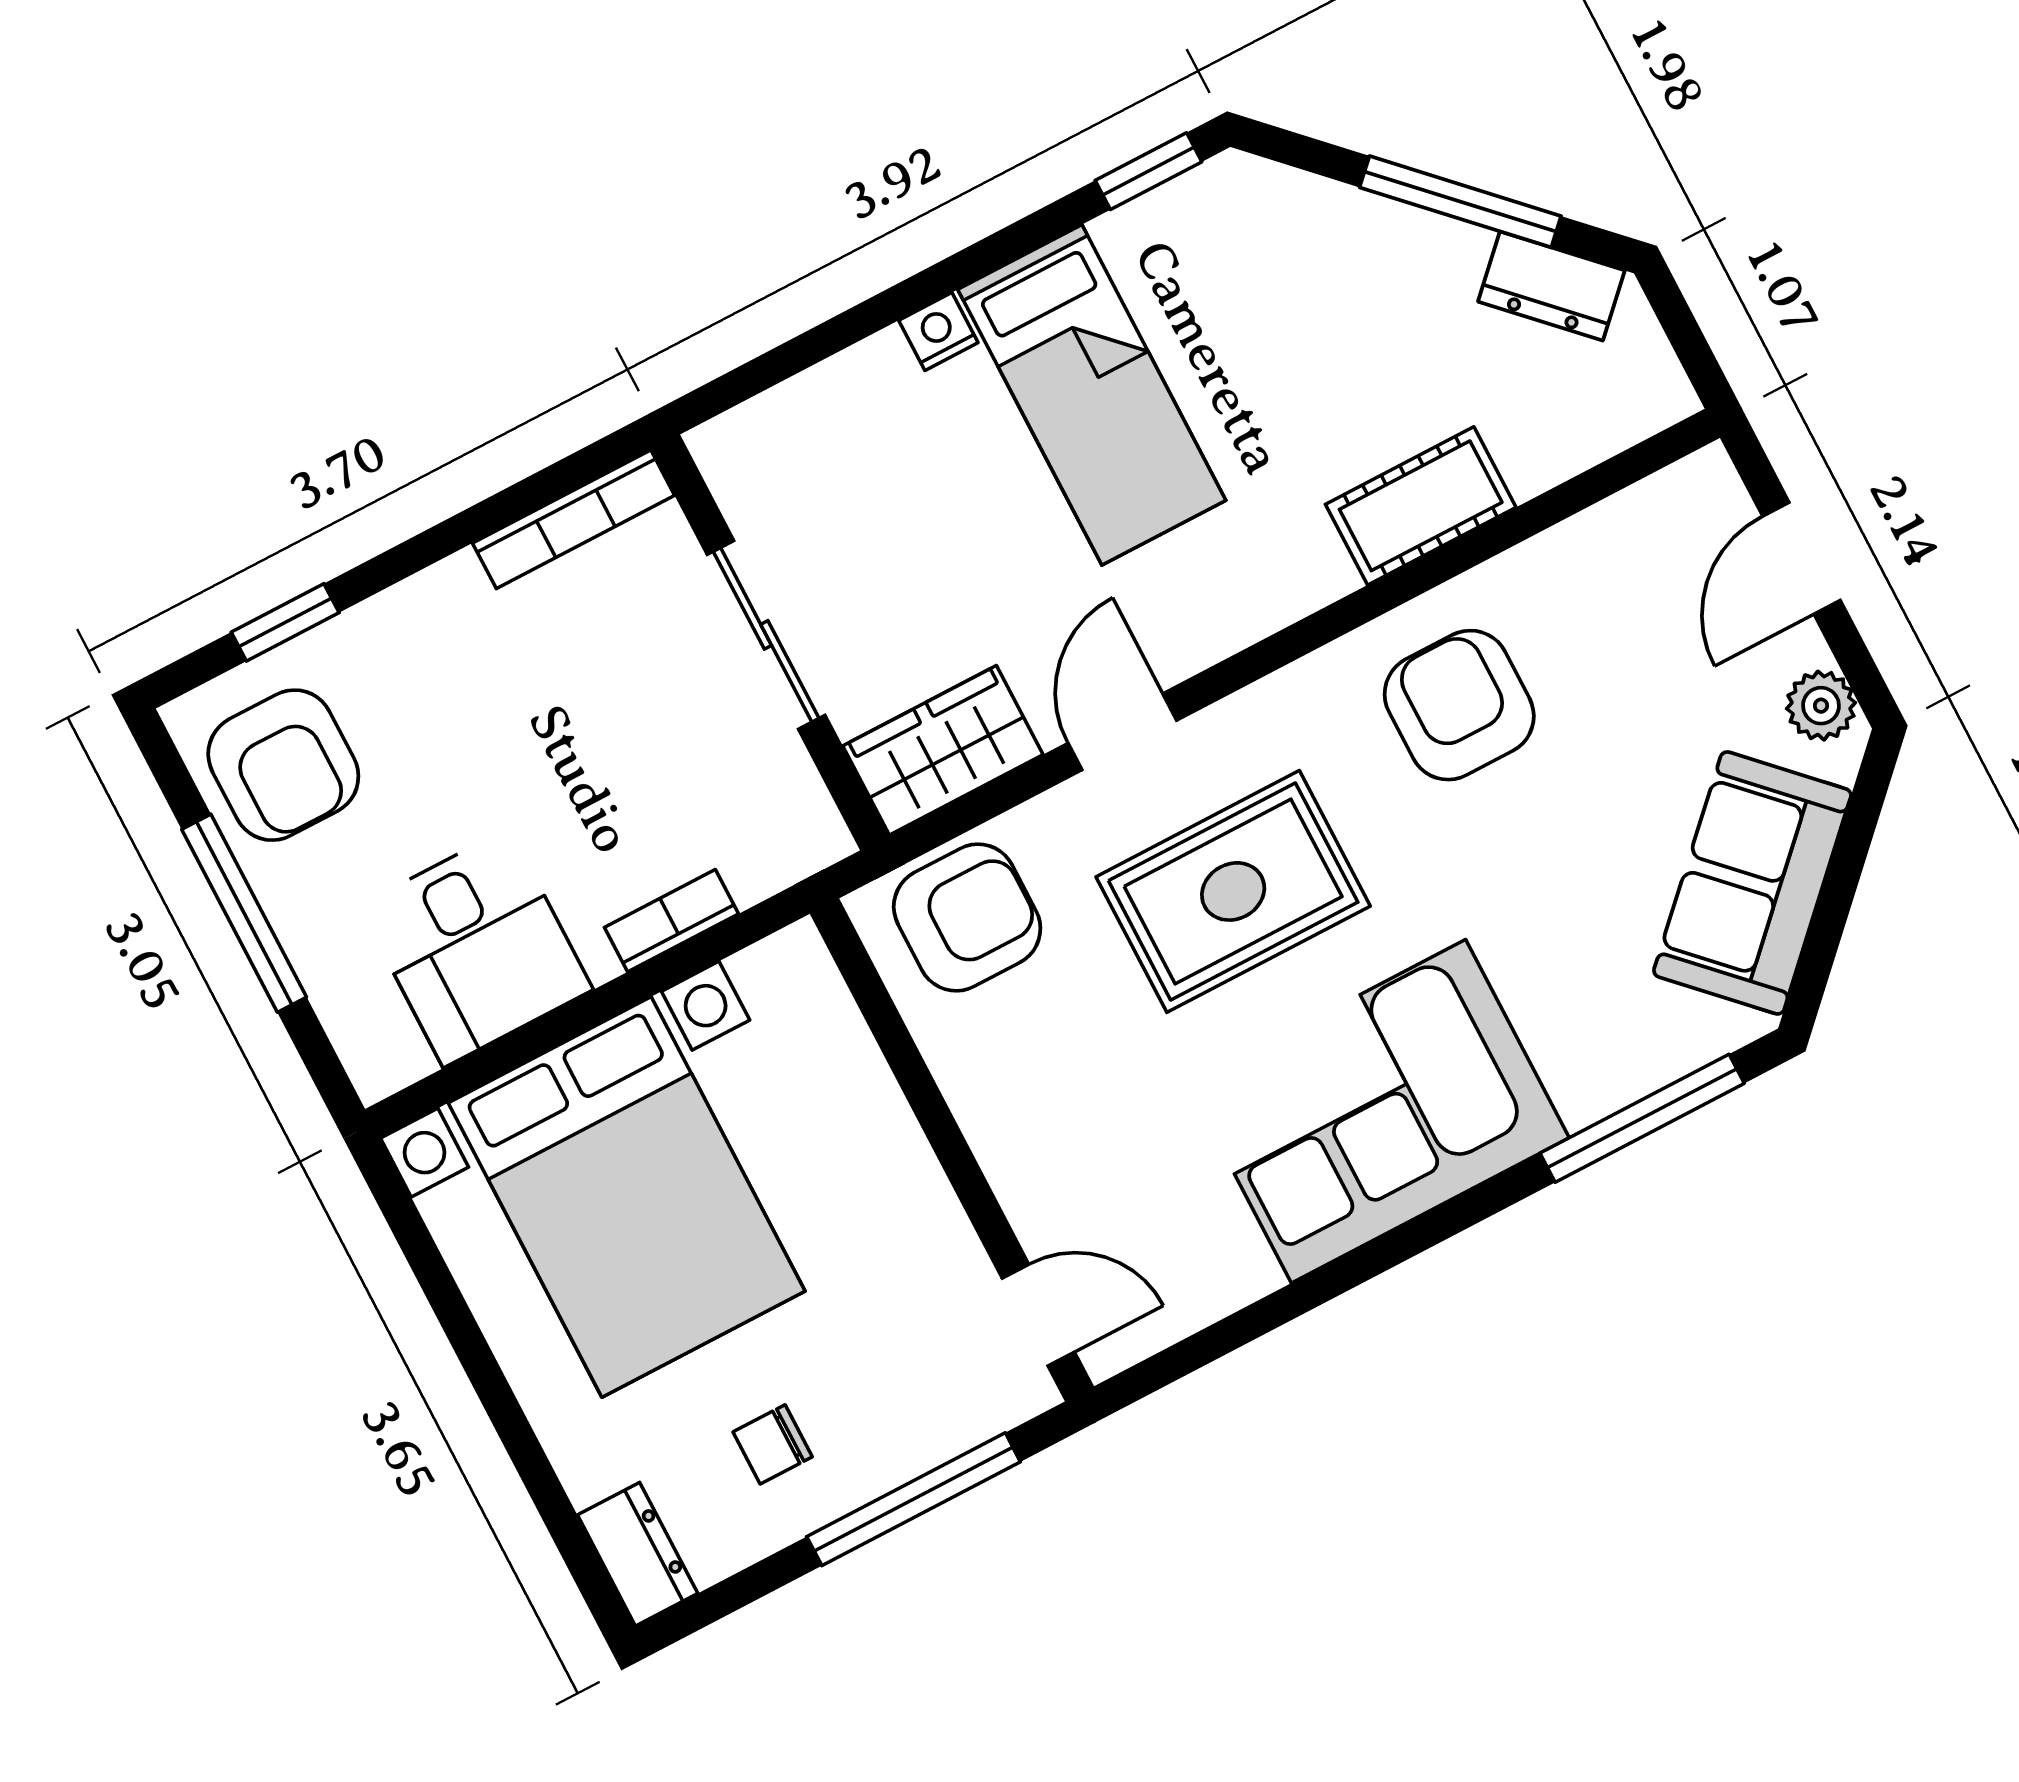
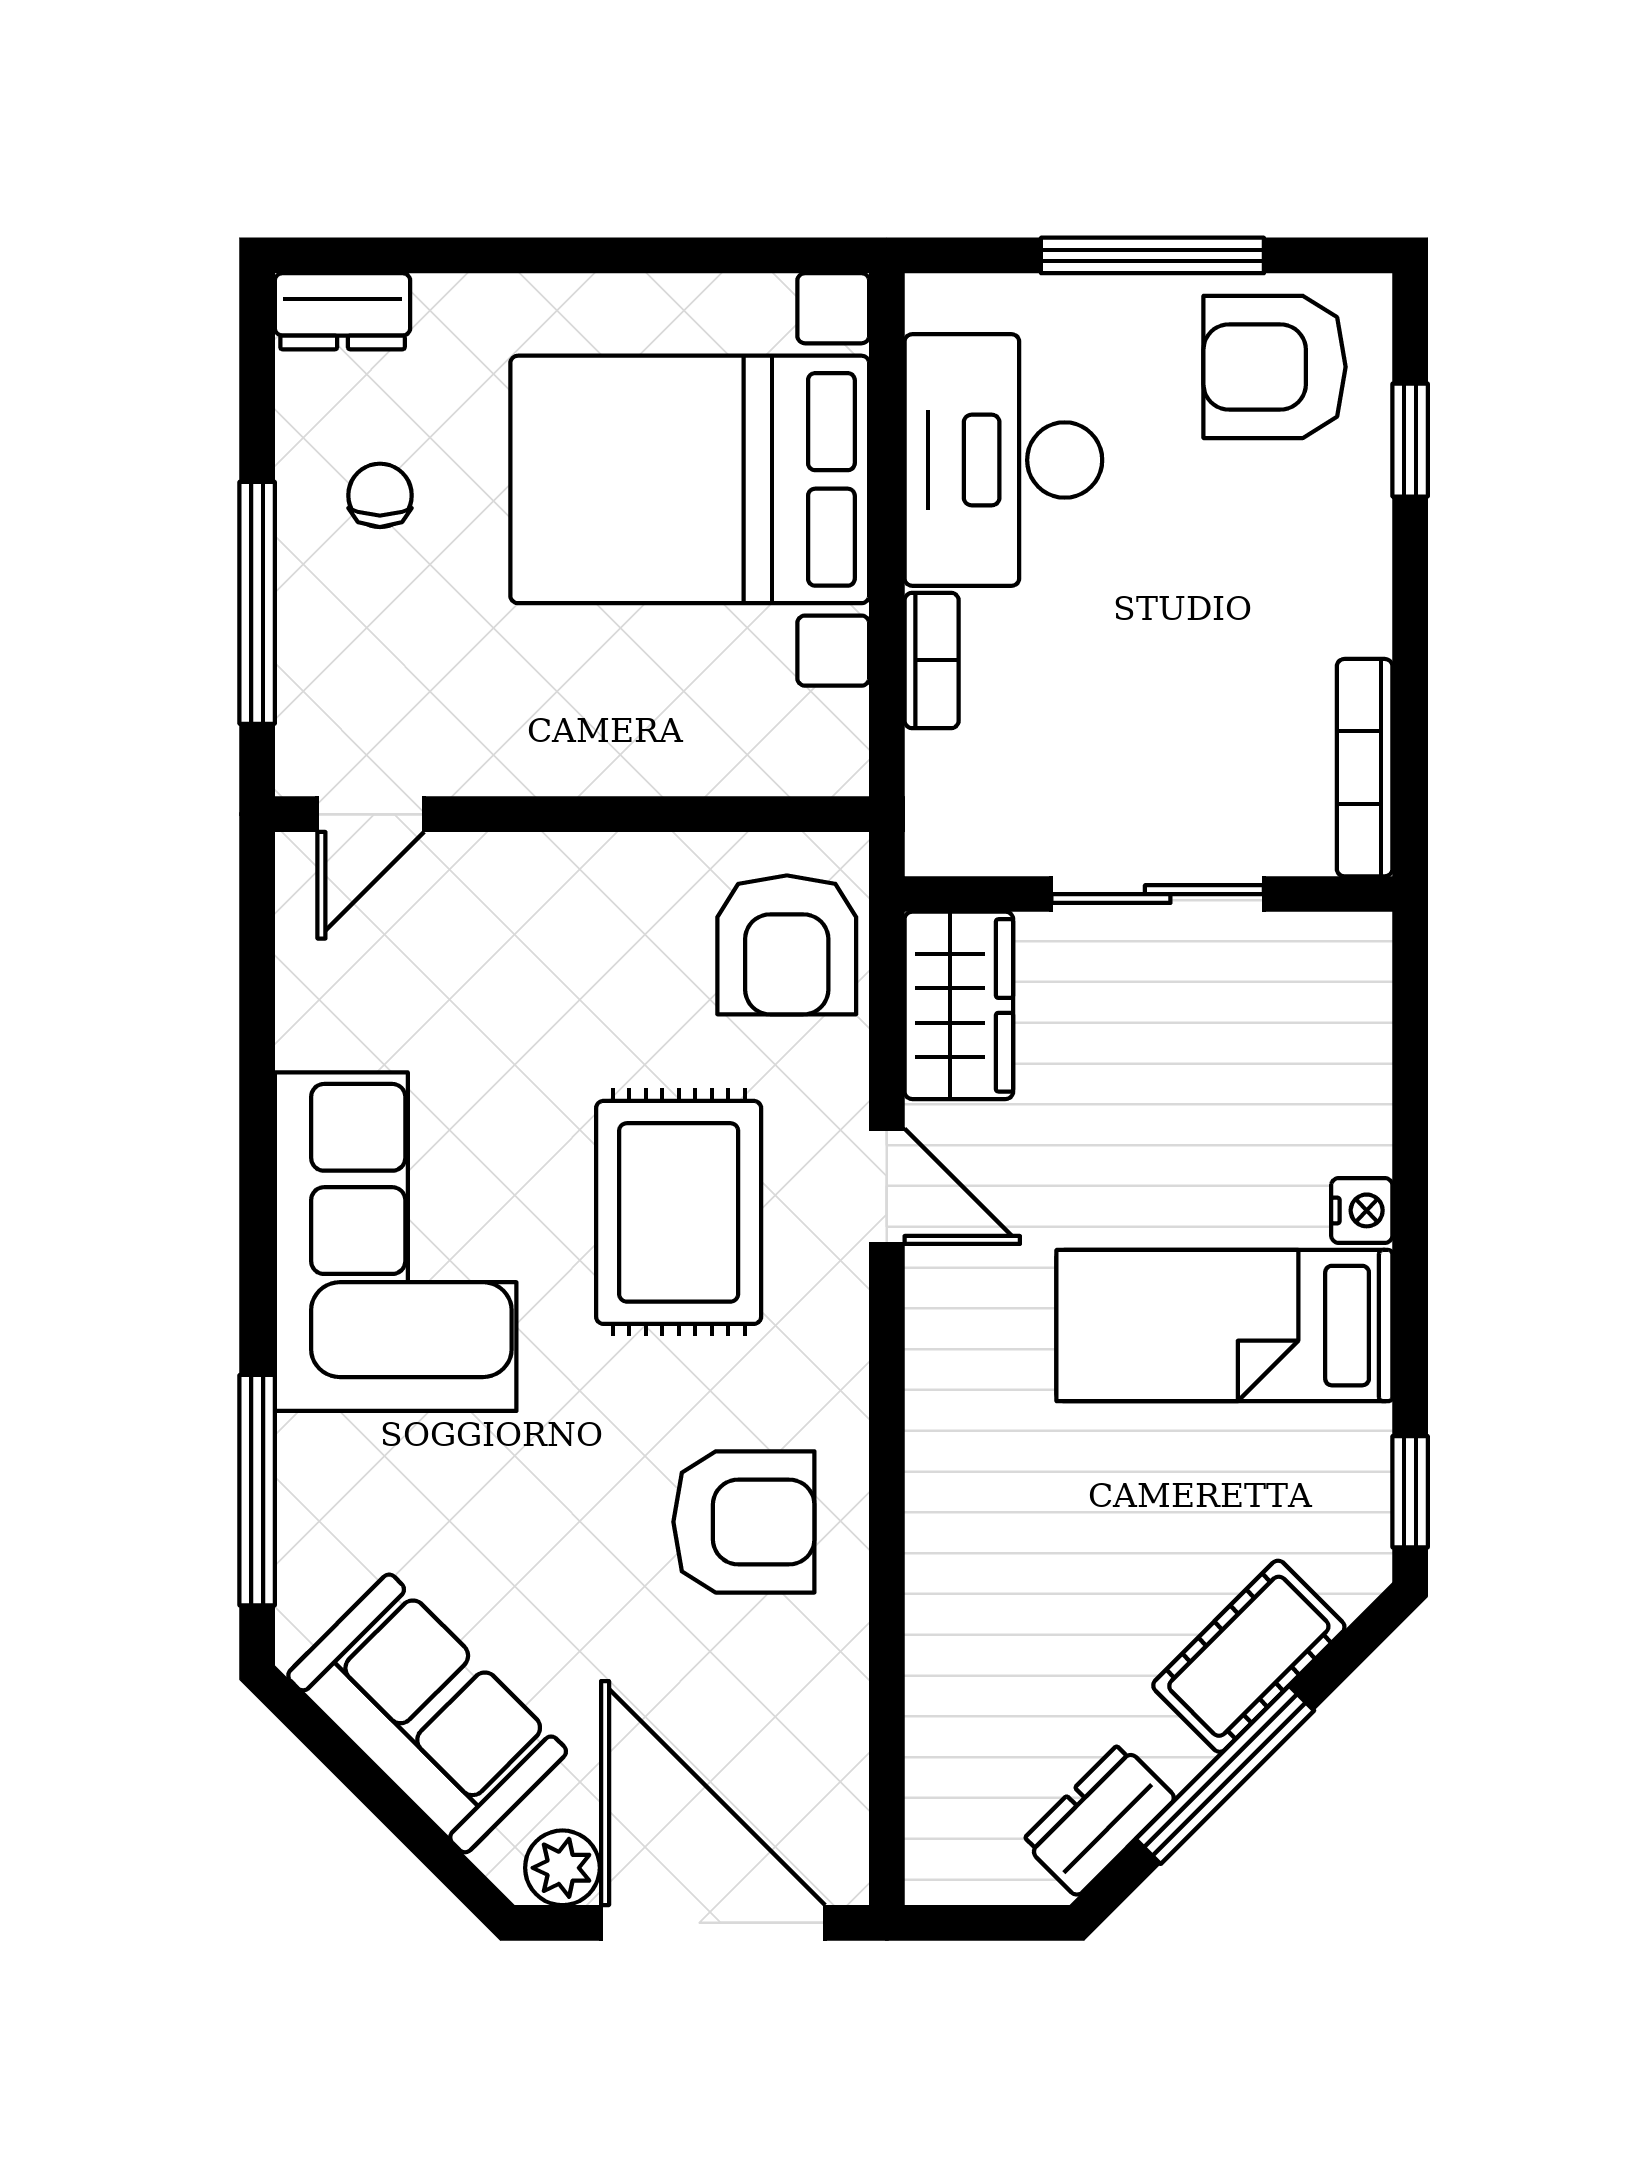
cot: (1421, 506) -> (1249, 1656), moved, turned 45
door: (1802, 558) -> (713, 1923), width x1.88
desk: (476, 948) -> (1003, 460), width x1.37

